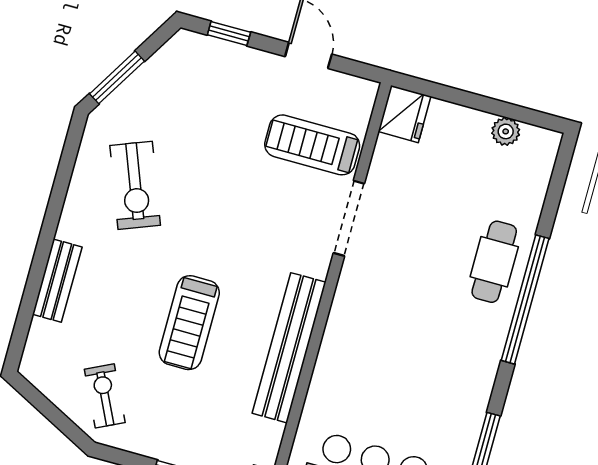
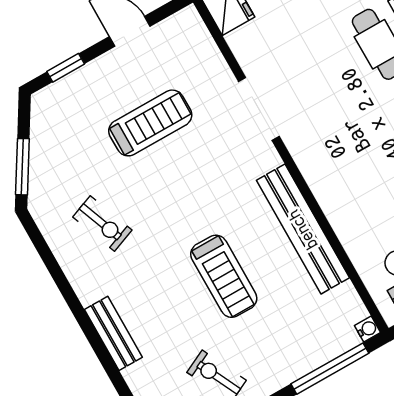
treadmill: (312, 145) -> (150, 123), moved, turned 180
exercise bike: (135, 185) -> (102, 224), width x0.73, depth x0.72

